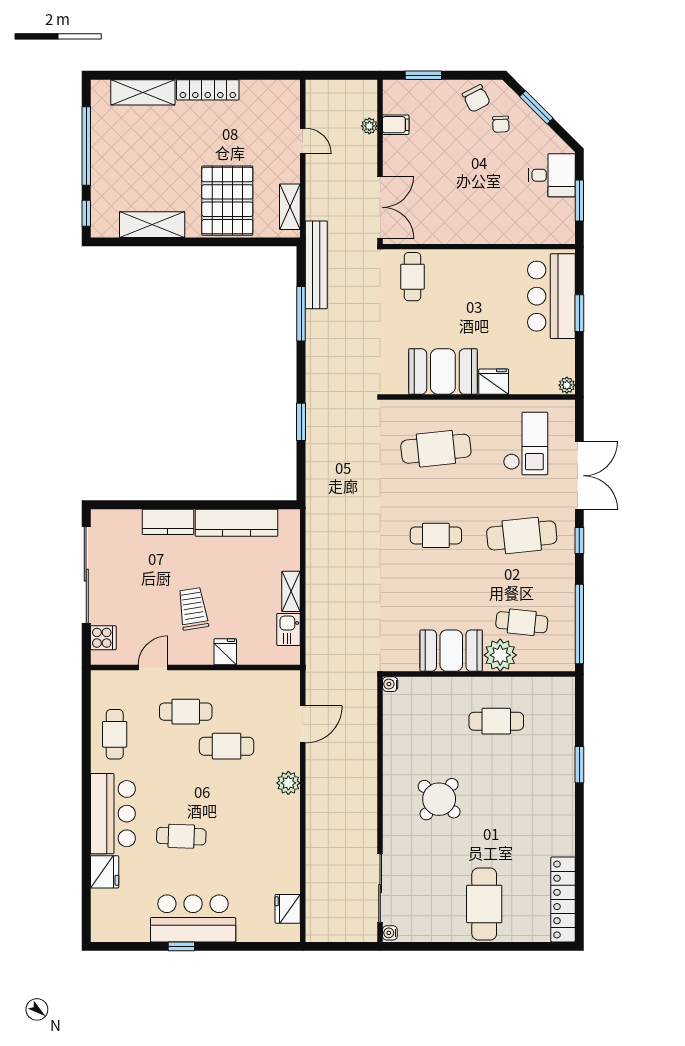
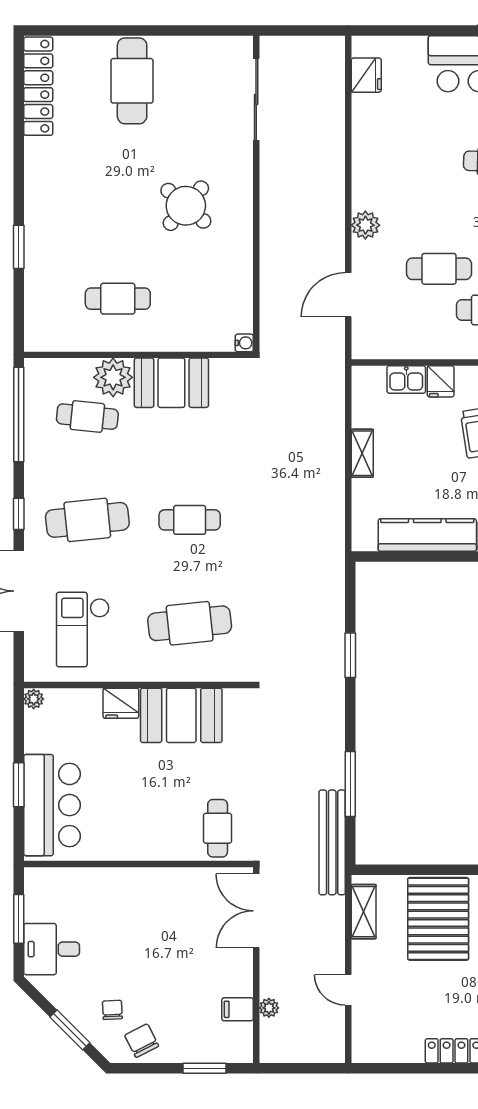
kitchen sink: (289, 629) -> (406, 379), moved, turned 90
water cooler: (390, 933) -> (244, 46), removed

